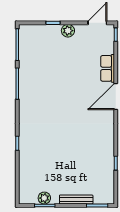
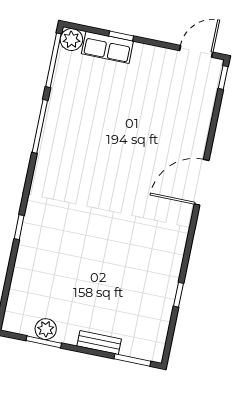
plant: (68, 31) -> (71, 40), moved
row of seats: (108, 68) -> (107, 47), moved, turned -90
bench: (76, 199) -> (99, 343), width x0.73

